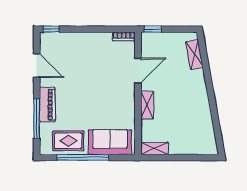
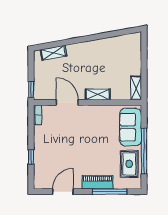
window: (51, 29) -> (31, 157), moved

